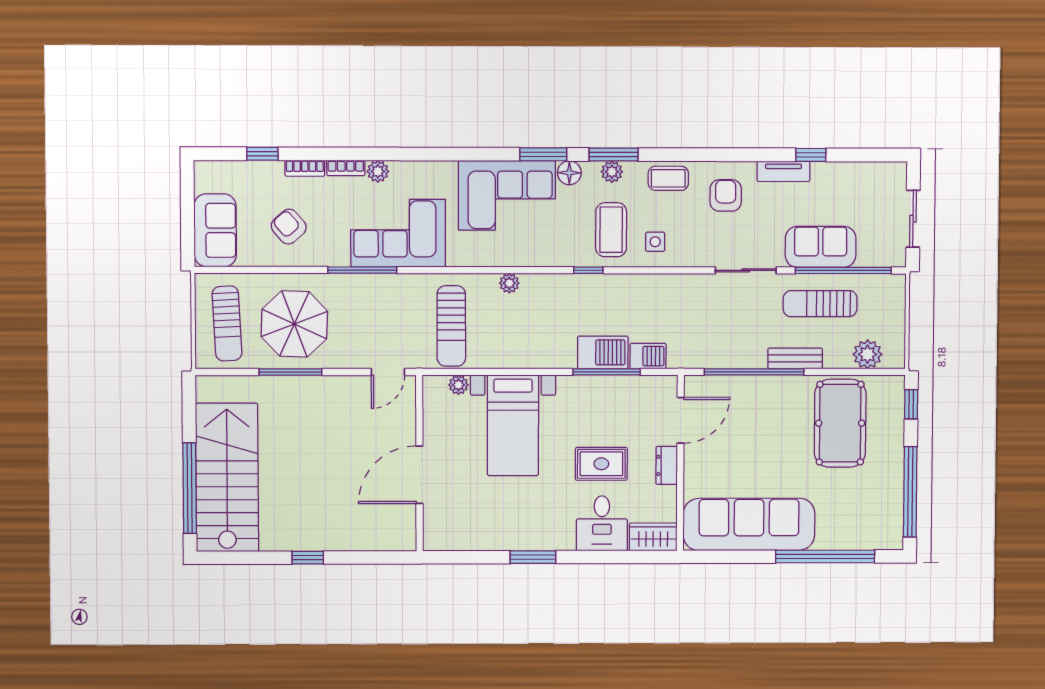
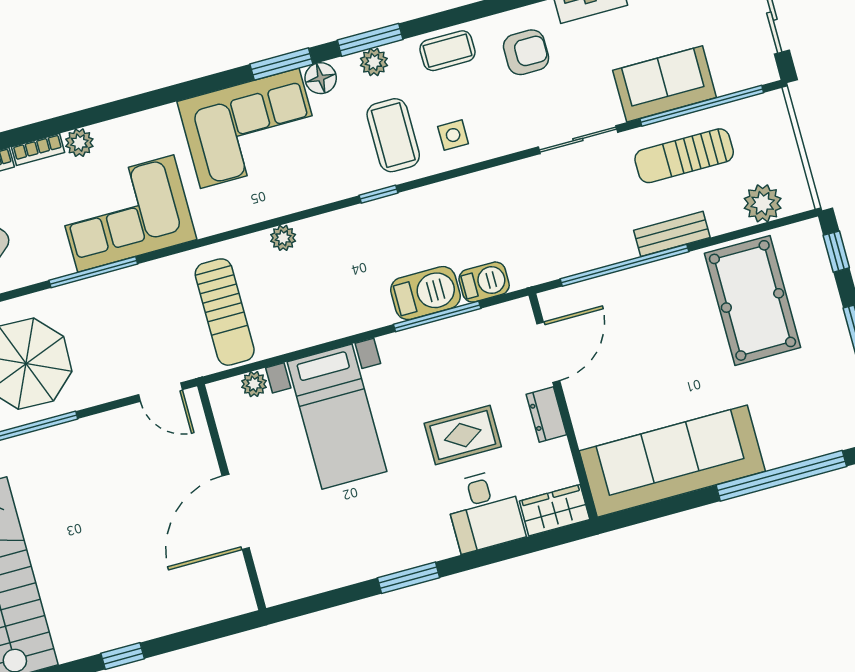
armchair: (726, 195) -> (526, 52), turned 90
door: (388, 372) -> (160, 392), hinge flipped

